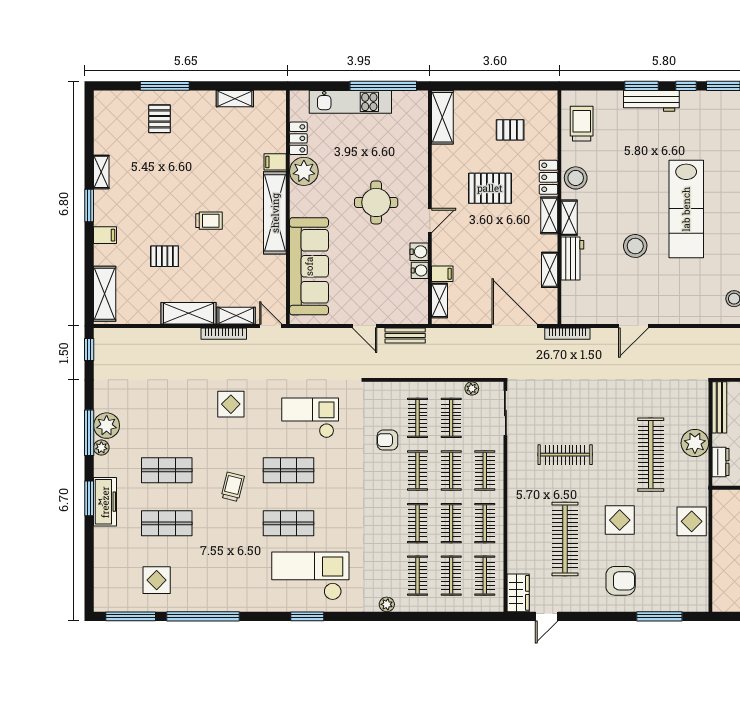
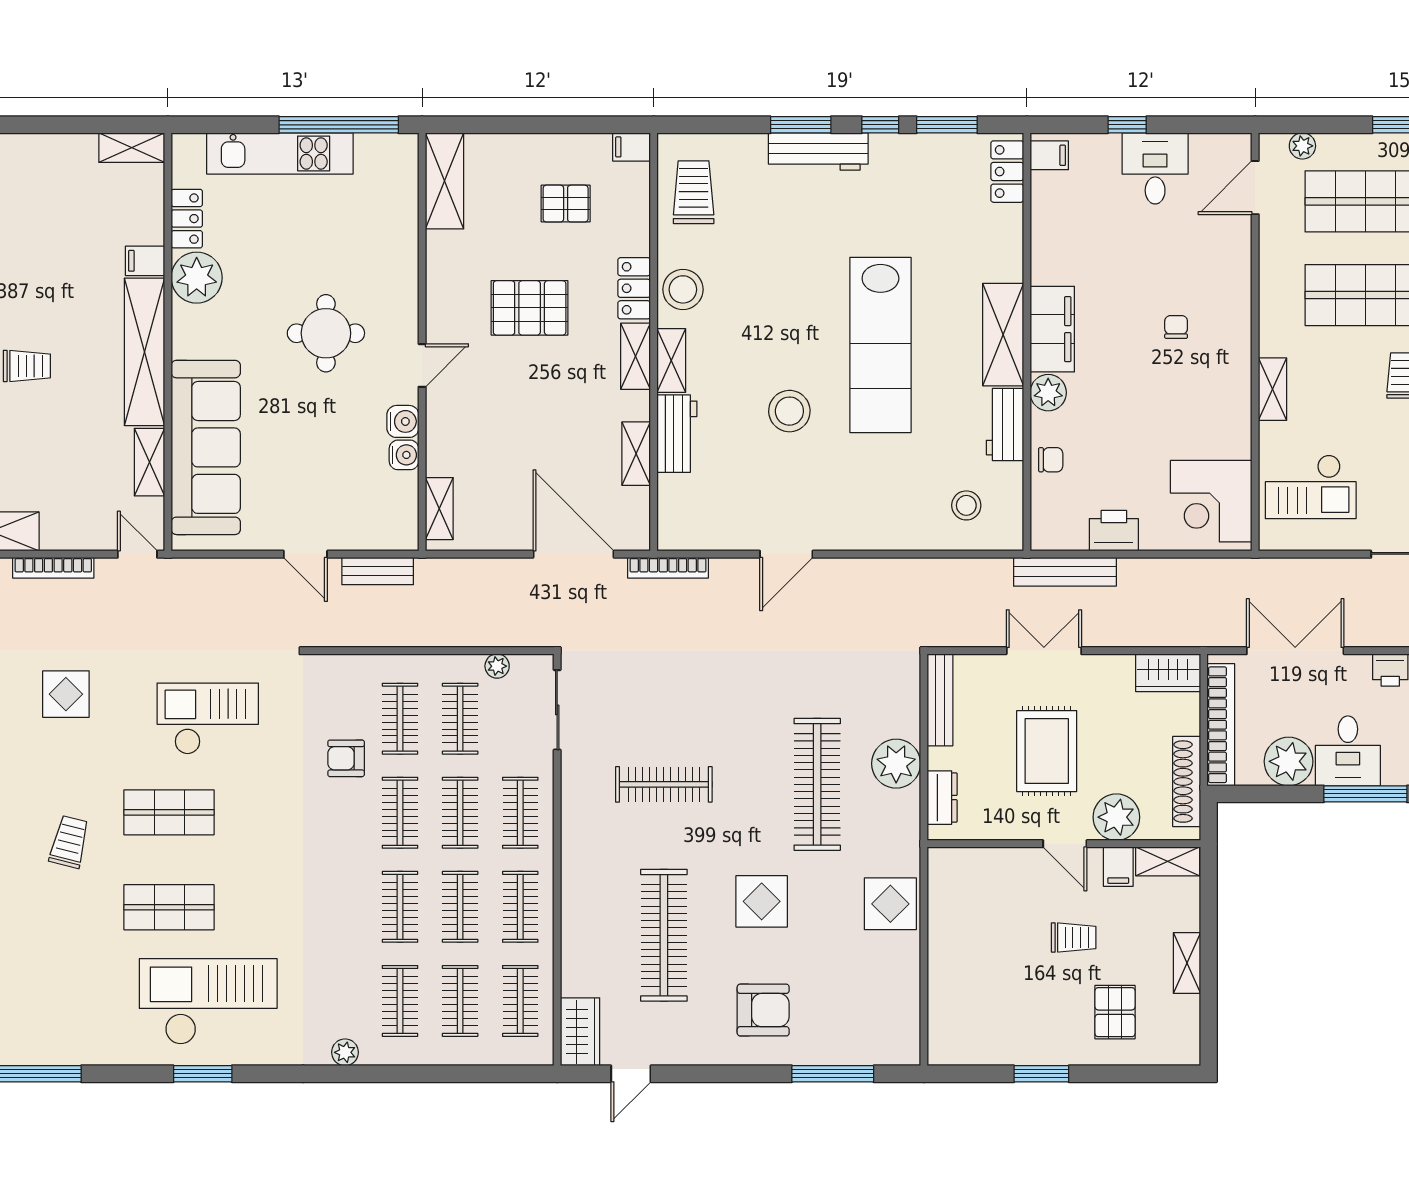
shelving: (235, 99) -> (132, 148), moved
filing cabinet: (442, 274) -> (632, 147), moved, turned 180
shelving: (236, 316) -> (149, 462), moved, turned 90

